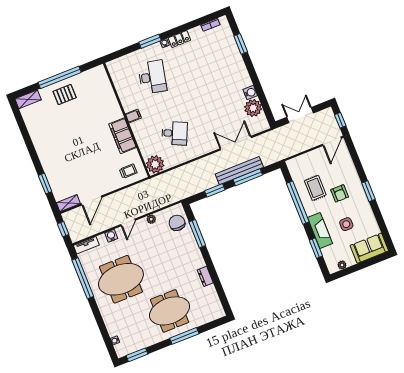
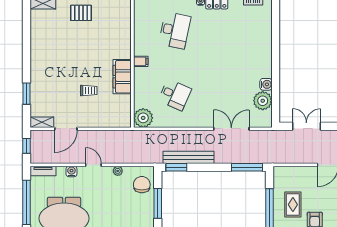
window: (241, 44) -> (276, 32), removed
trolley: (128, 171) -> (89, 91), moved
bench: (239, 171) -> (189, 157), moved
window: (248, 177) -> (247, 167), moved
window: (215, 190) -> (176, 167), moved
door: (128, 222) -> (93, 165), swing flipped

